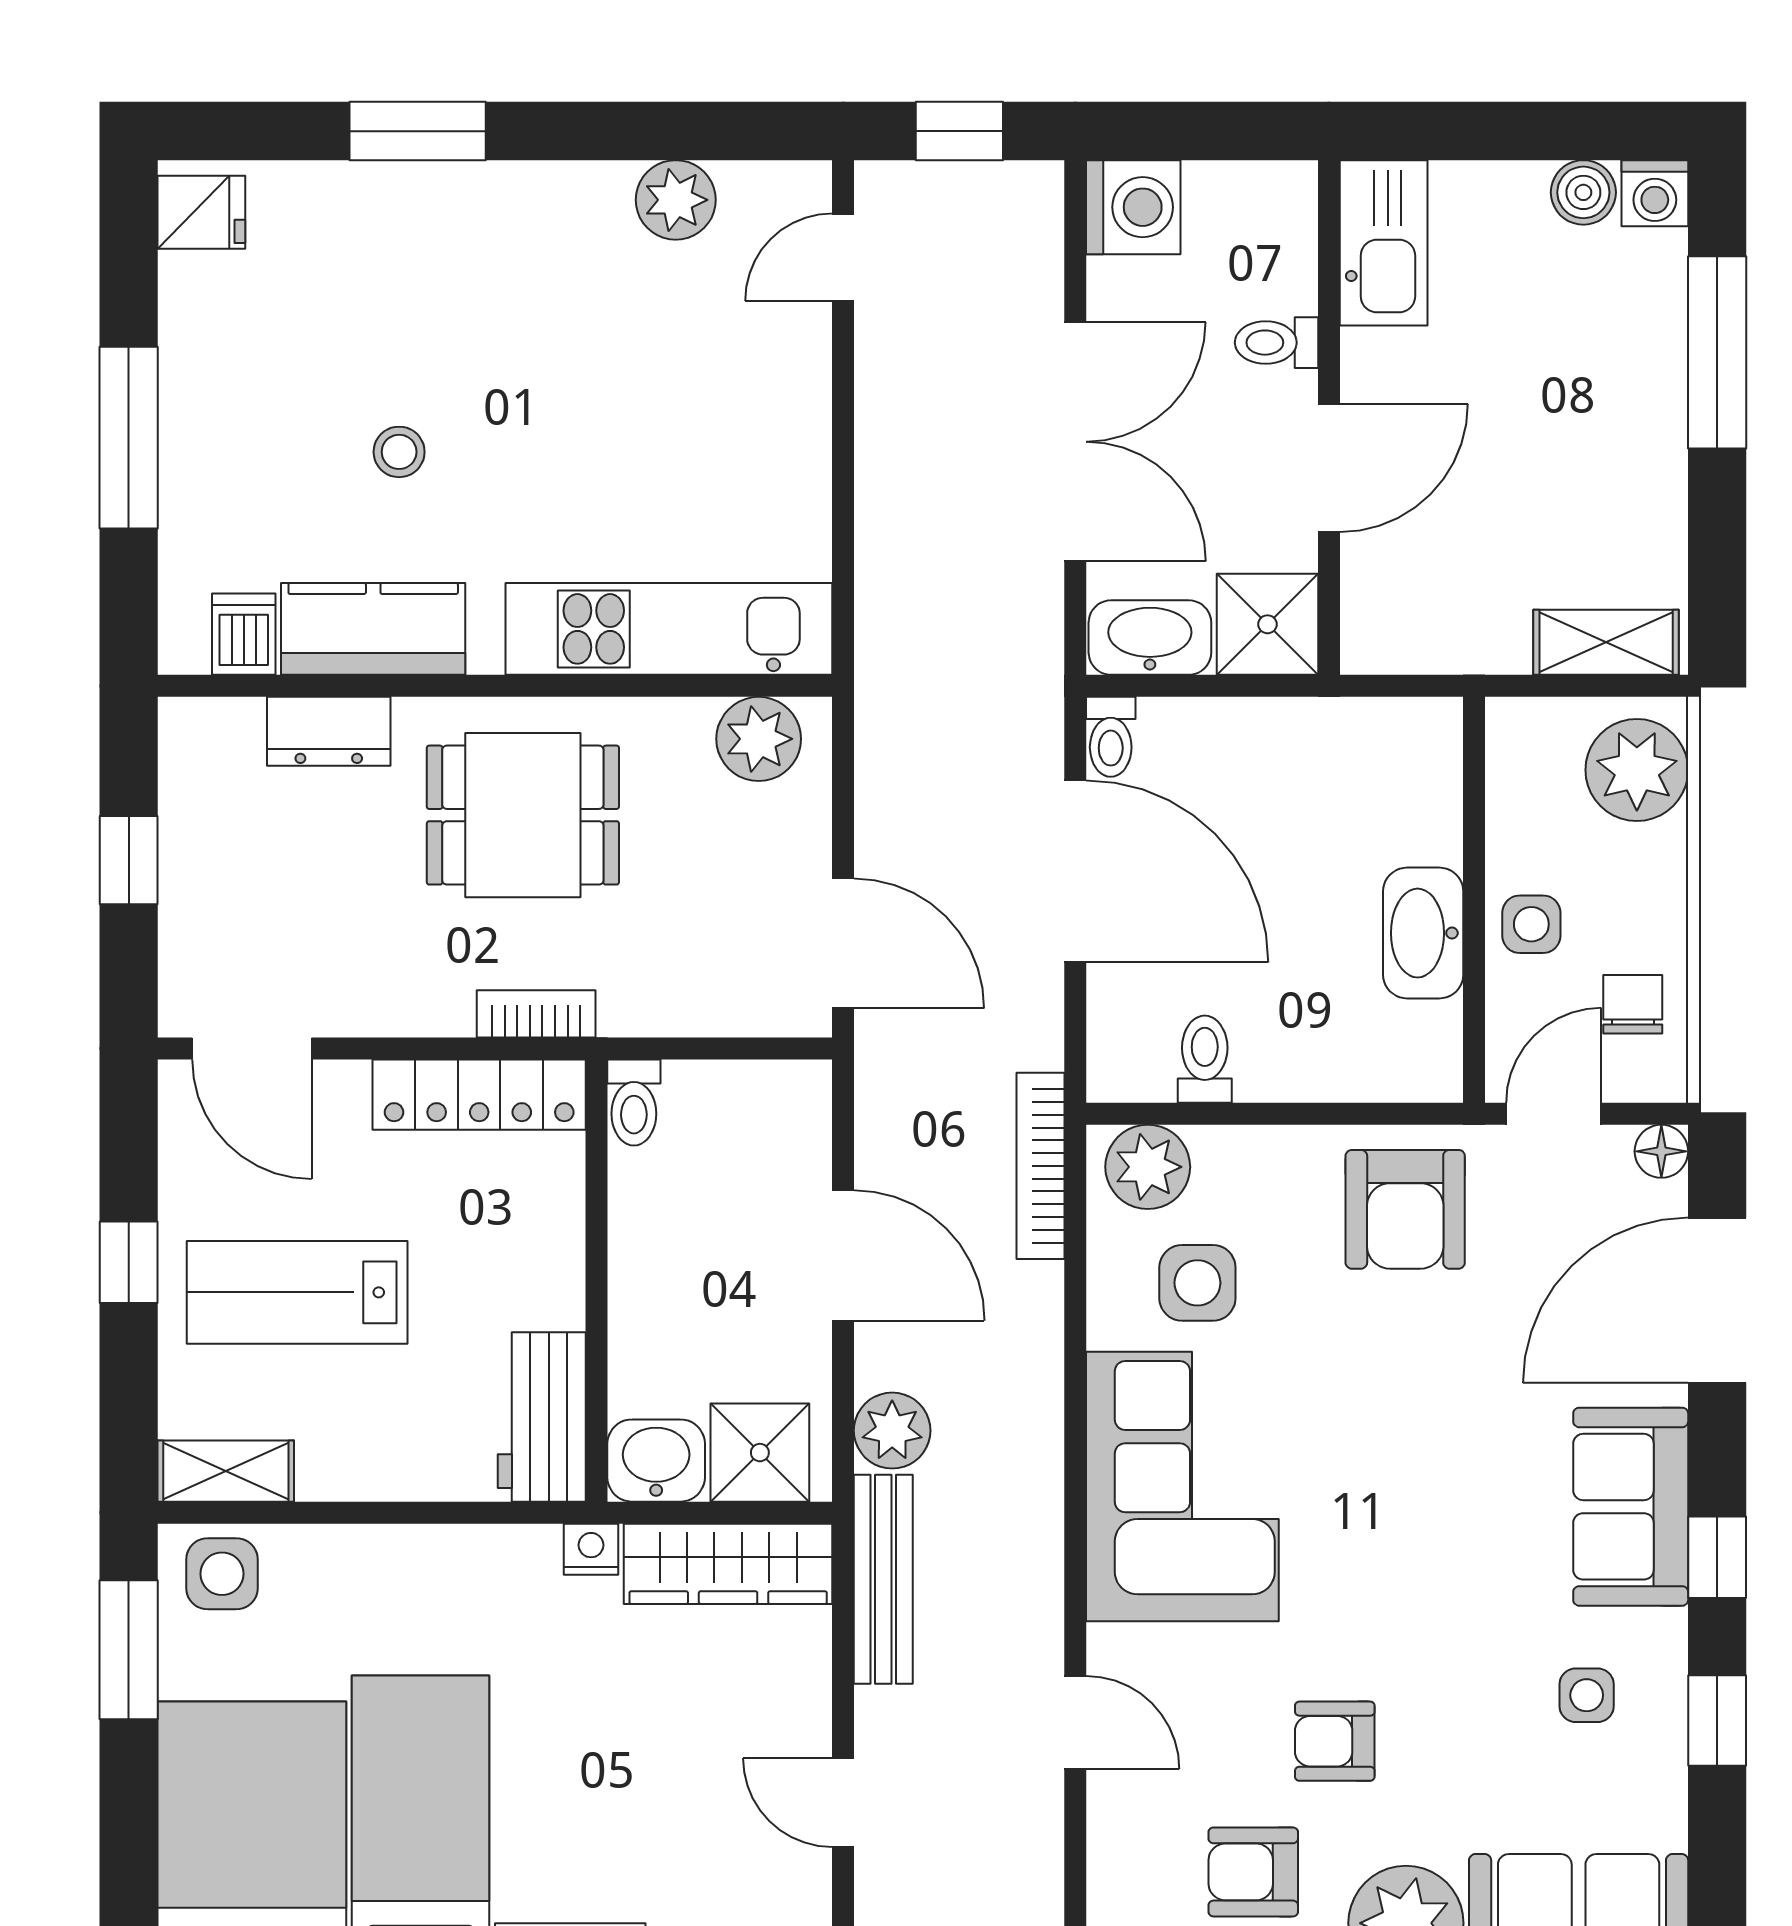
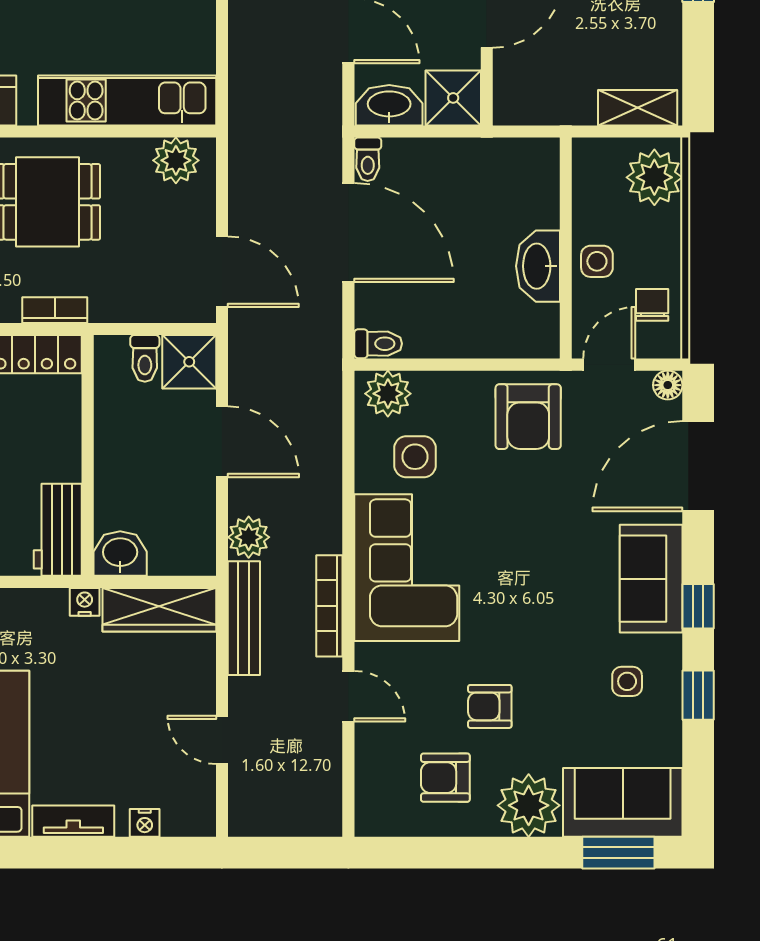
toilet: (1205, 1059) -> (378, 344), moved, turned 90
toilet: (634, 1102) -> (145, 358), moved
bookcase: (1040, 1166) -> (329, 606), moved
shower: (760, 1453) -> (189, 362), moved

